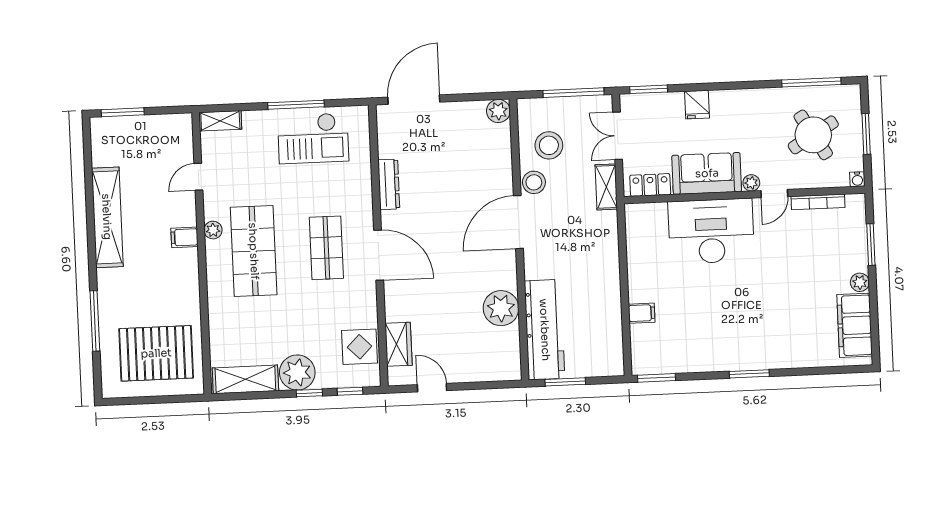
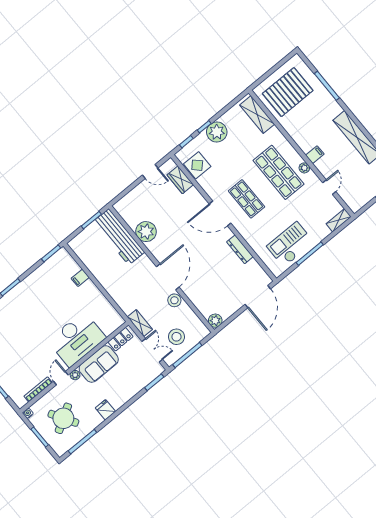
fridge: (697, 105) -> (105, 410), moved
stool: (549, 145) -> (176, 337), moved
shelving: (245, 379) -> (257, 115), moved, turned 90

